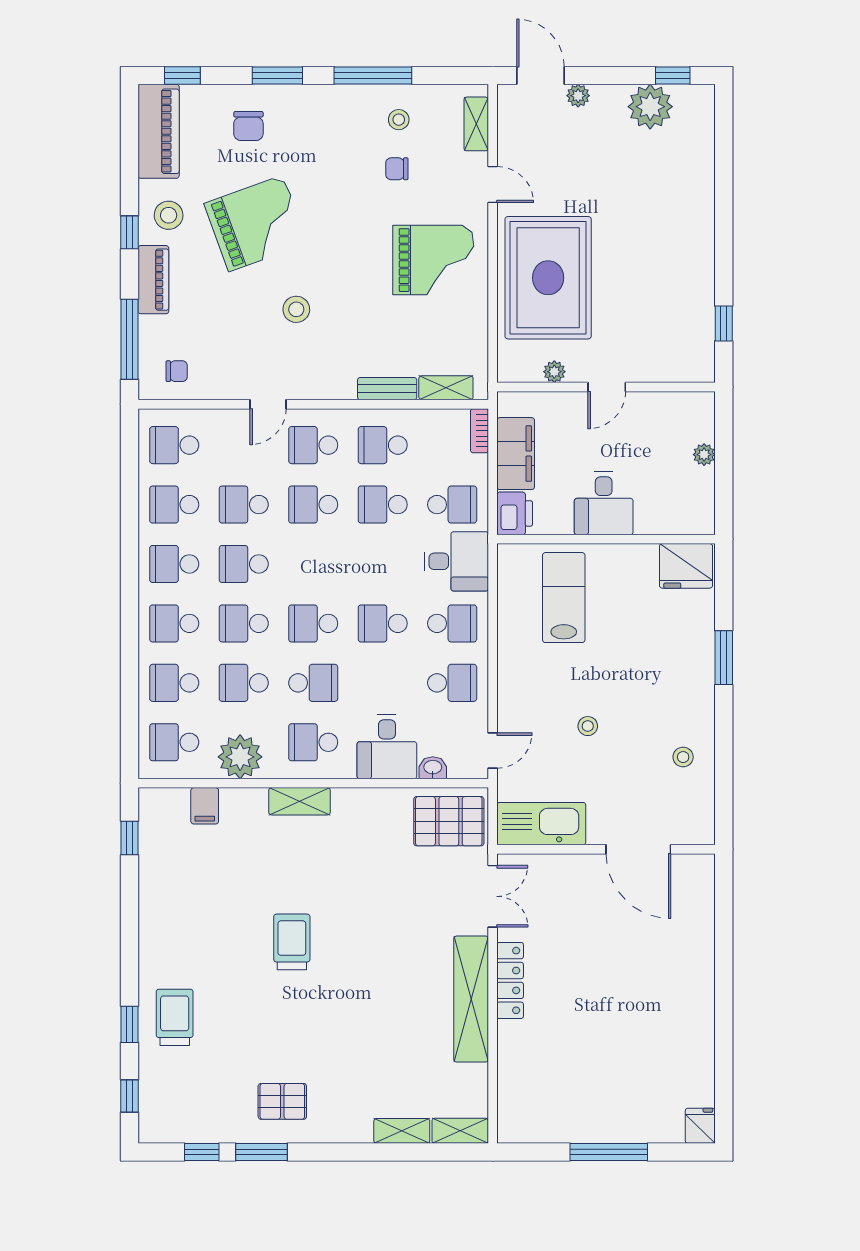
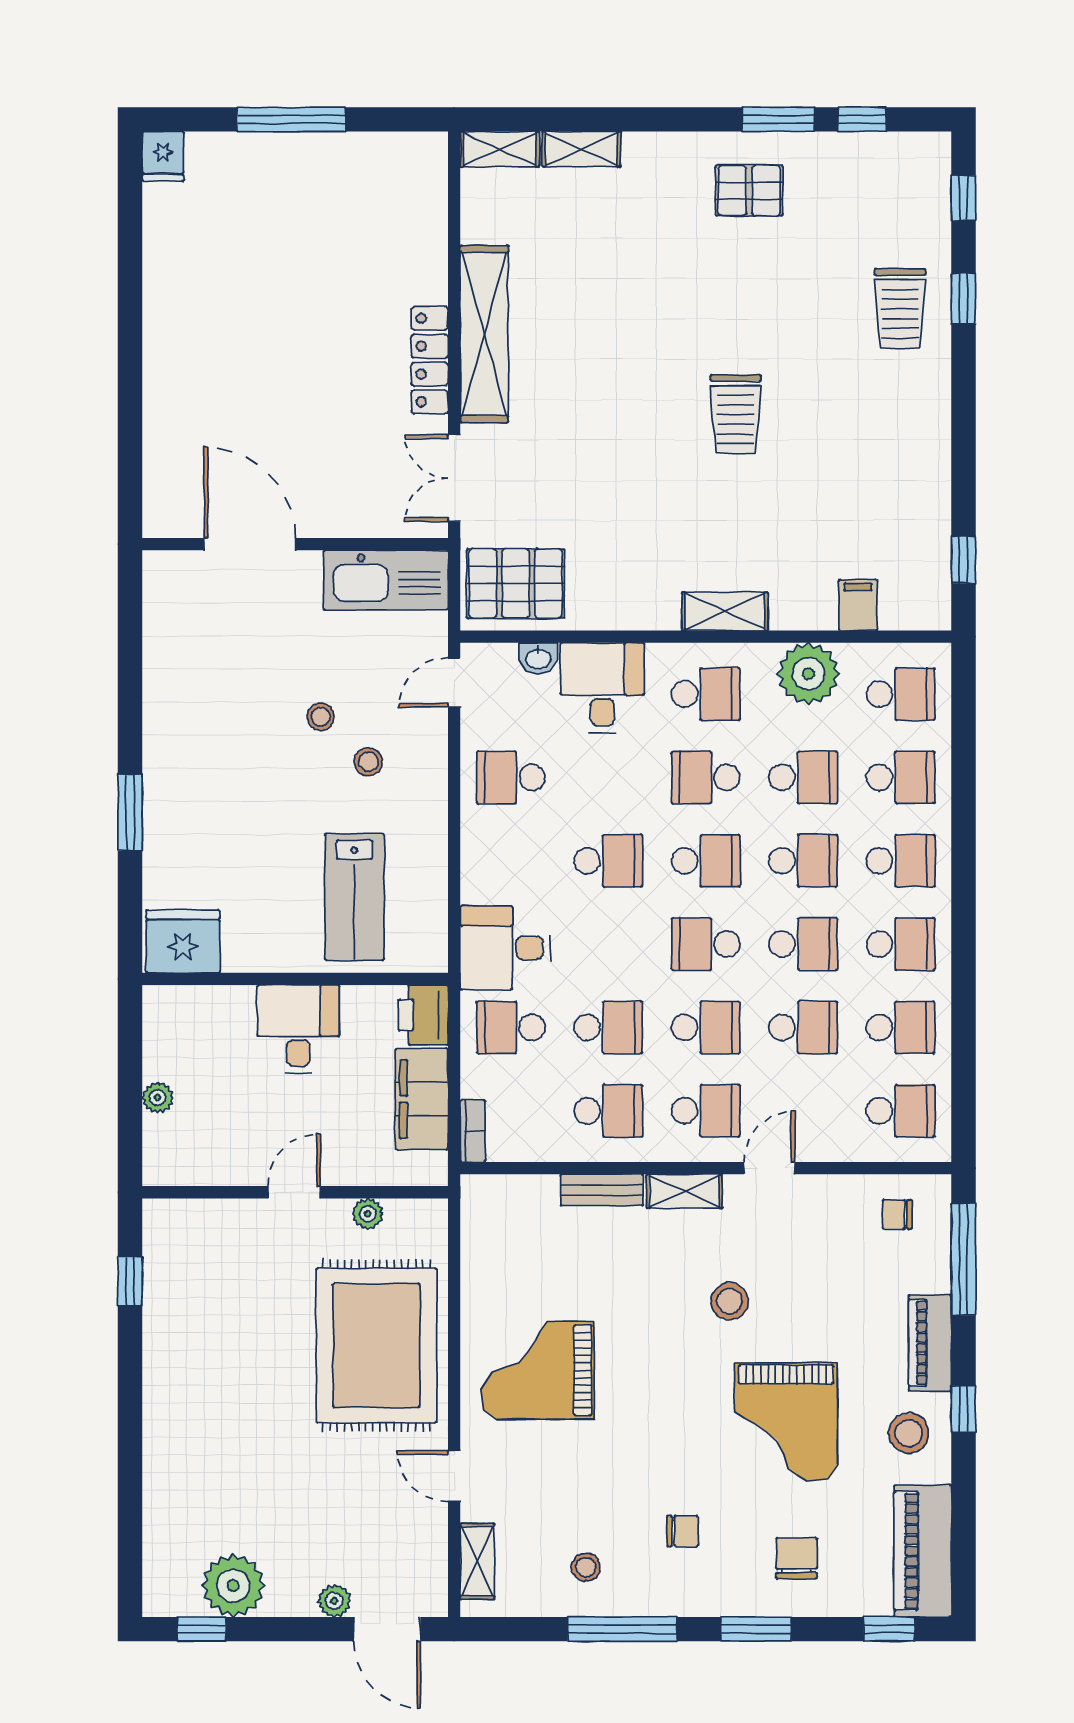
chair: (397, 169) -> (682, 1531), moved
grand piano: (256, 223) -> (786, 1422), turned -70
shelving: (446, 388) -> (684, 1191), moved
school desk: (452, 623) -> (706, 944), moved
stool: (683, 757) -> (368, 762), moved

